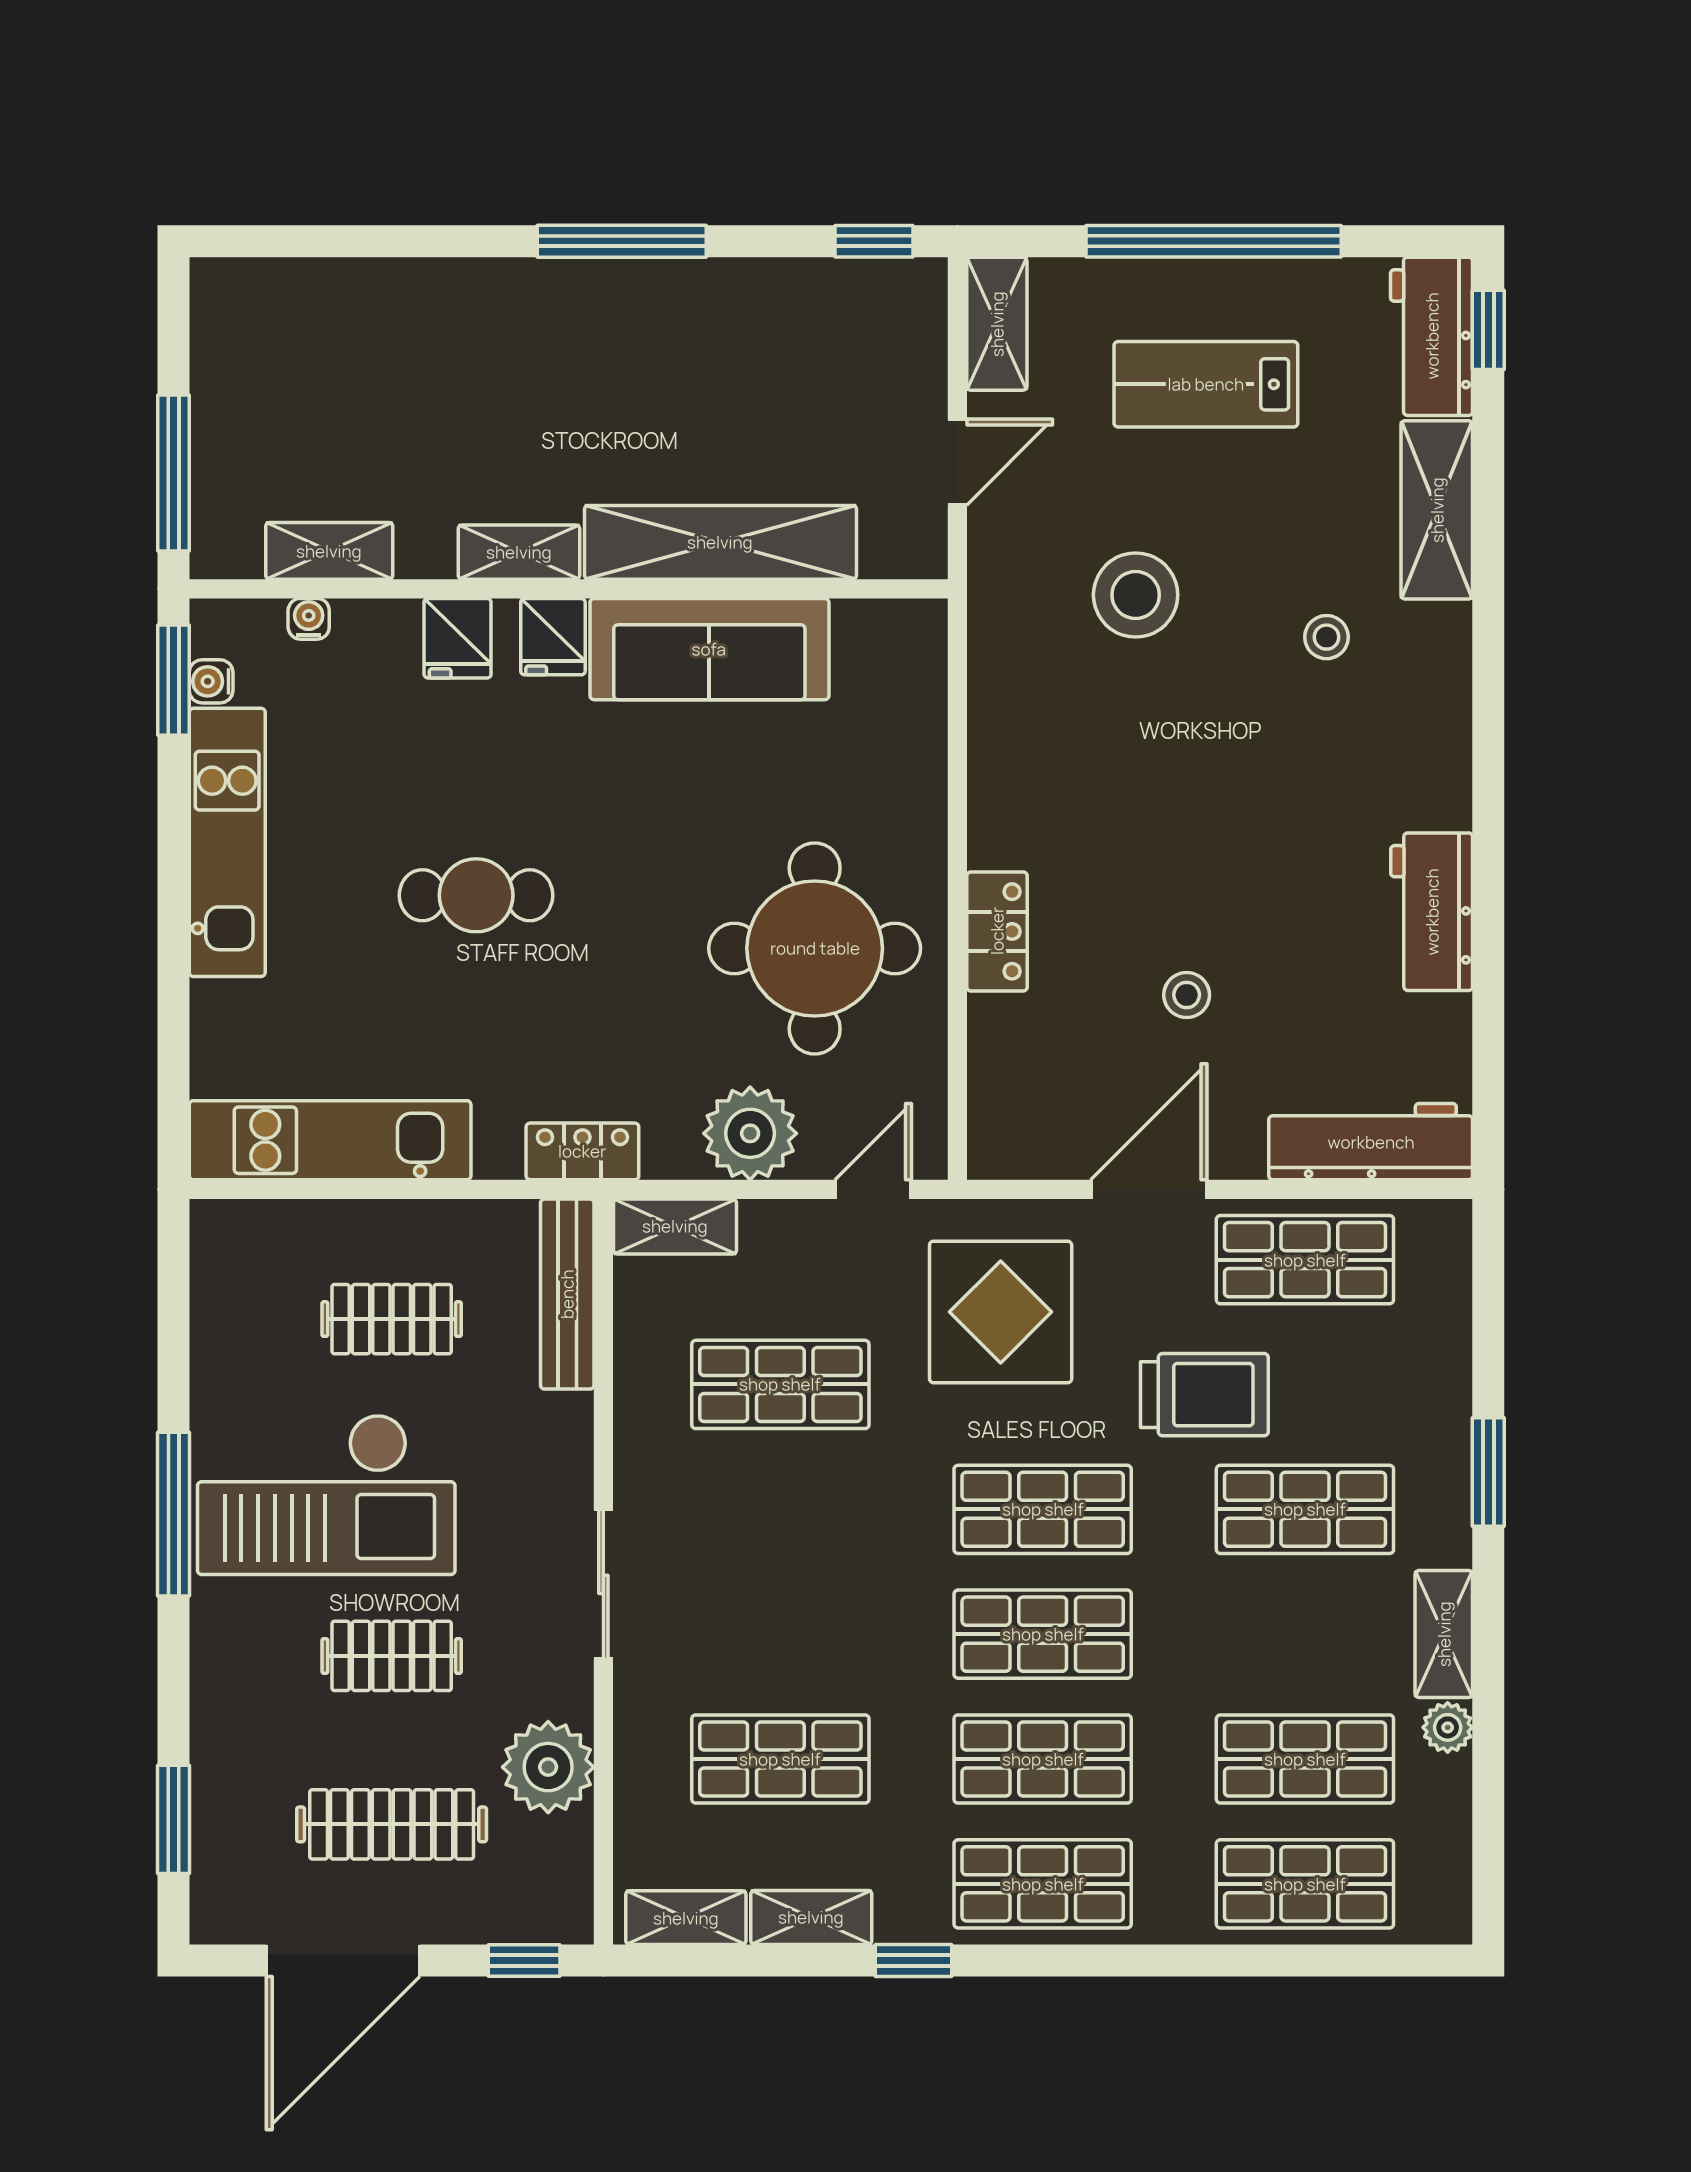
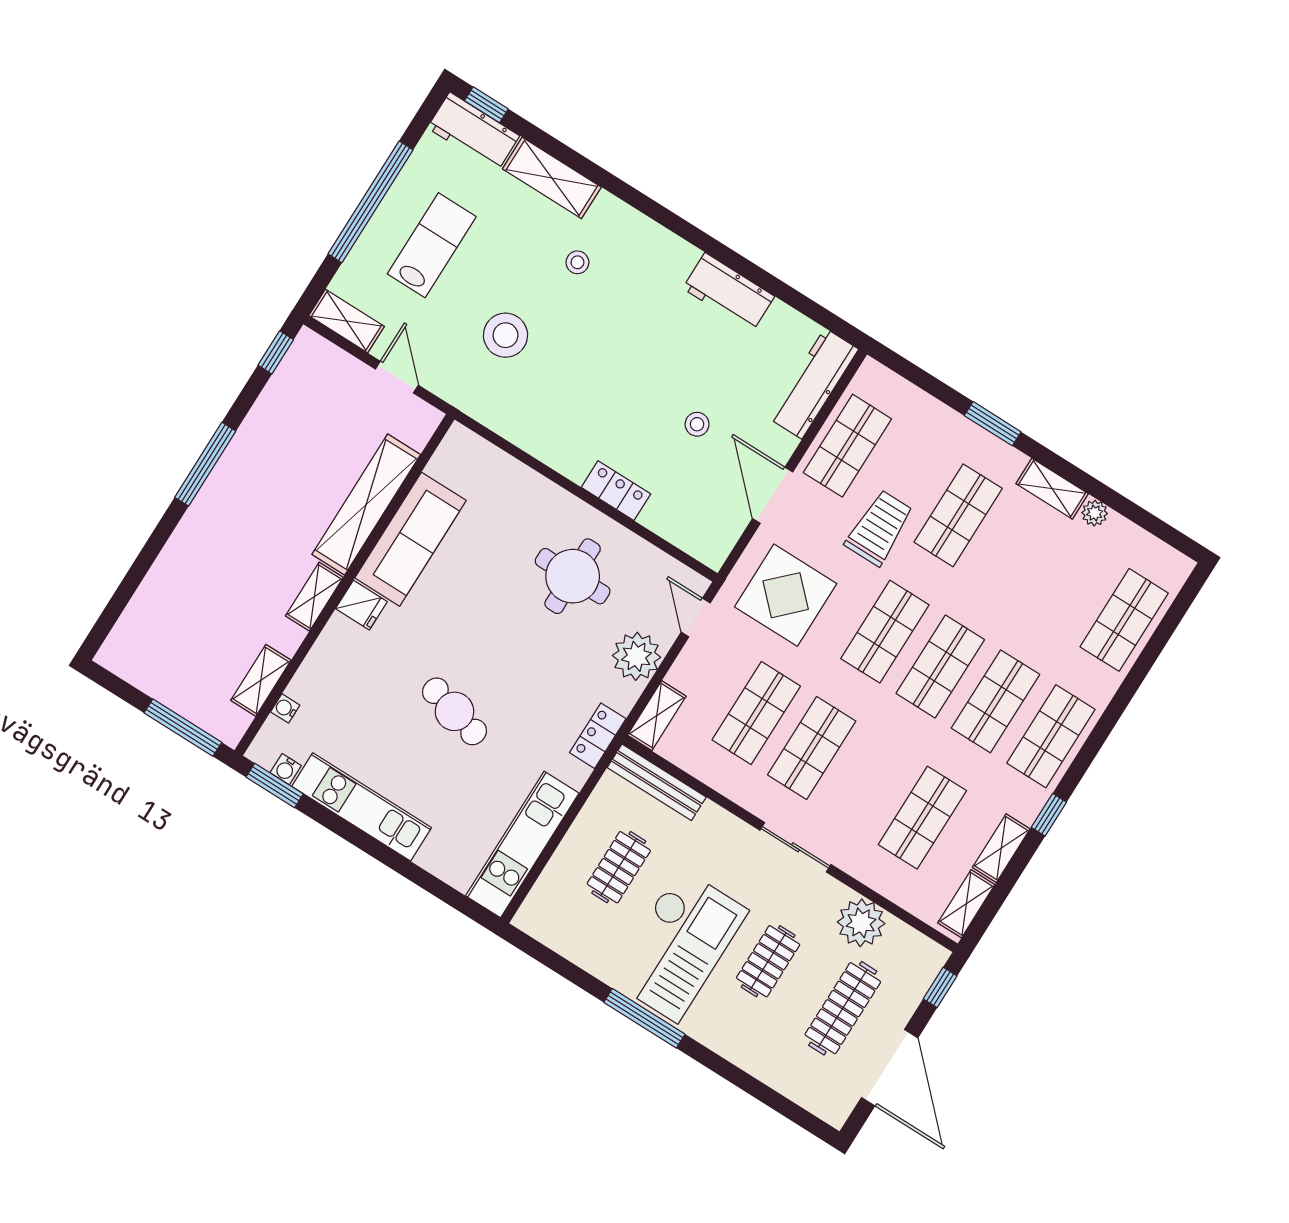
lab bench: (1206, 384) -> (432, 245), turned 180
fridge: (458, 638) -> (335, 648), removed
cafe table: (476, 895) -> (454, 711), turned -75
round table: (815, 948) -> (573, 576), width x0.73, depth x0.73
shop shelf: (1305, 1759) -> (812, 748), moved
window: (174, 1819) -> (780, 1103), removed

